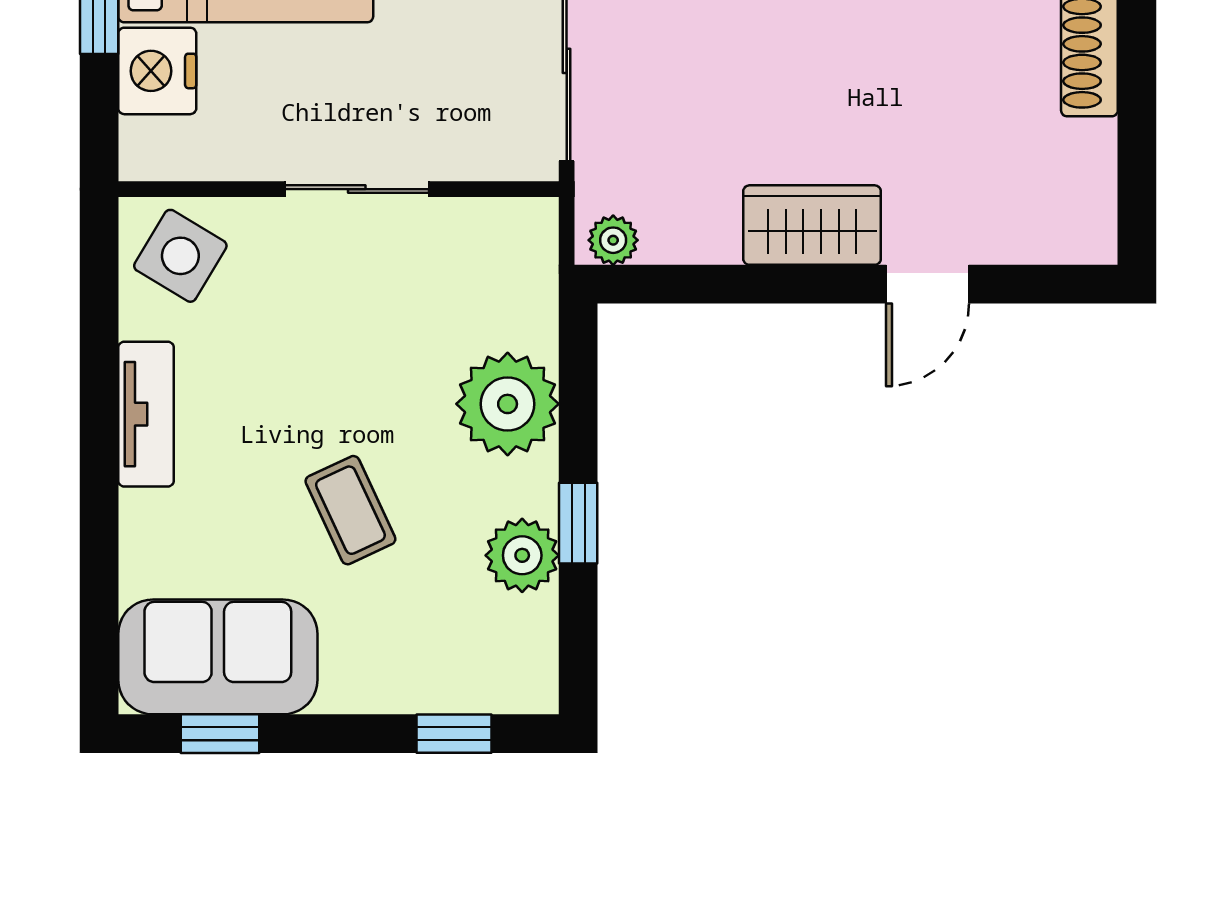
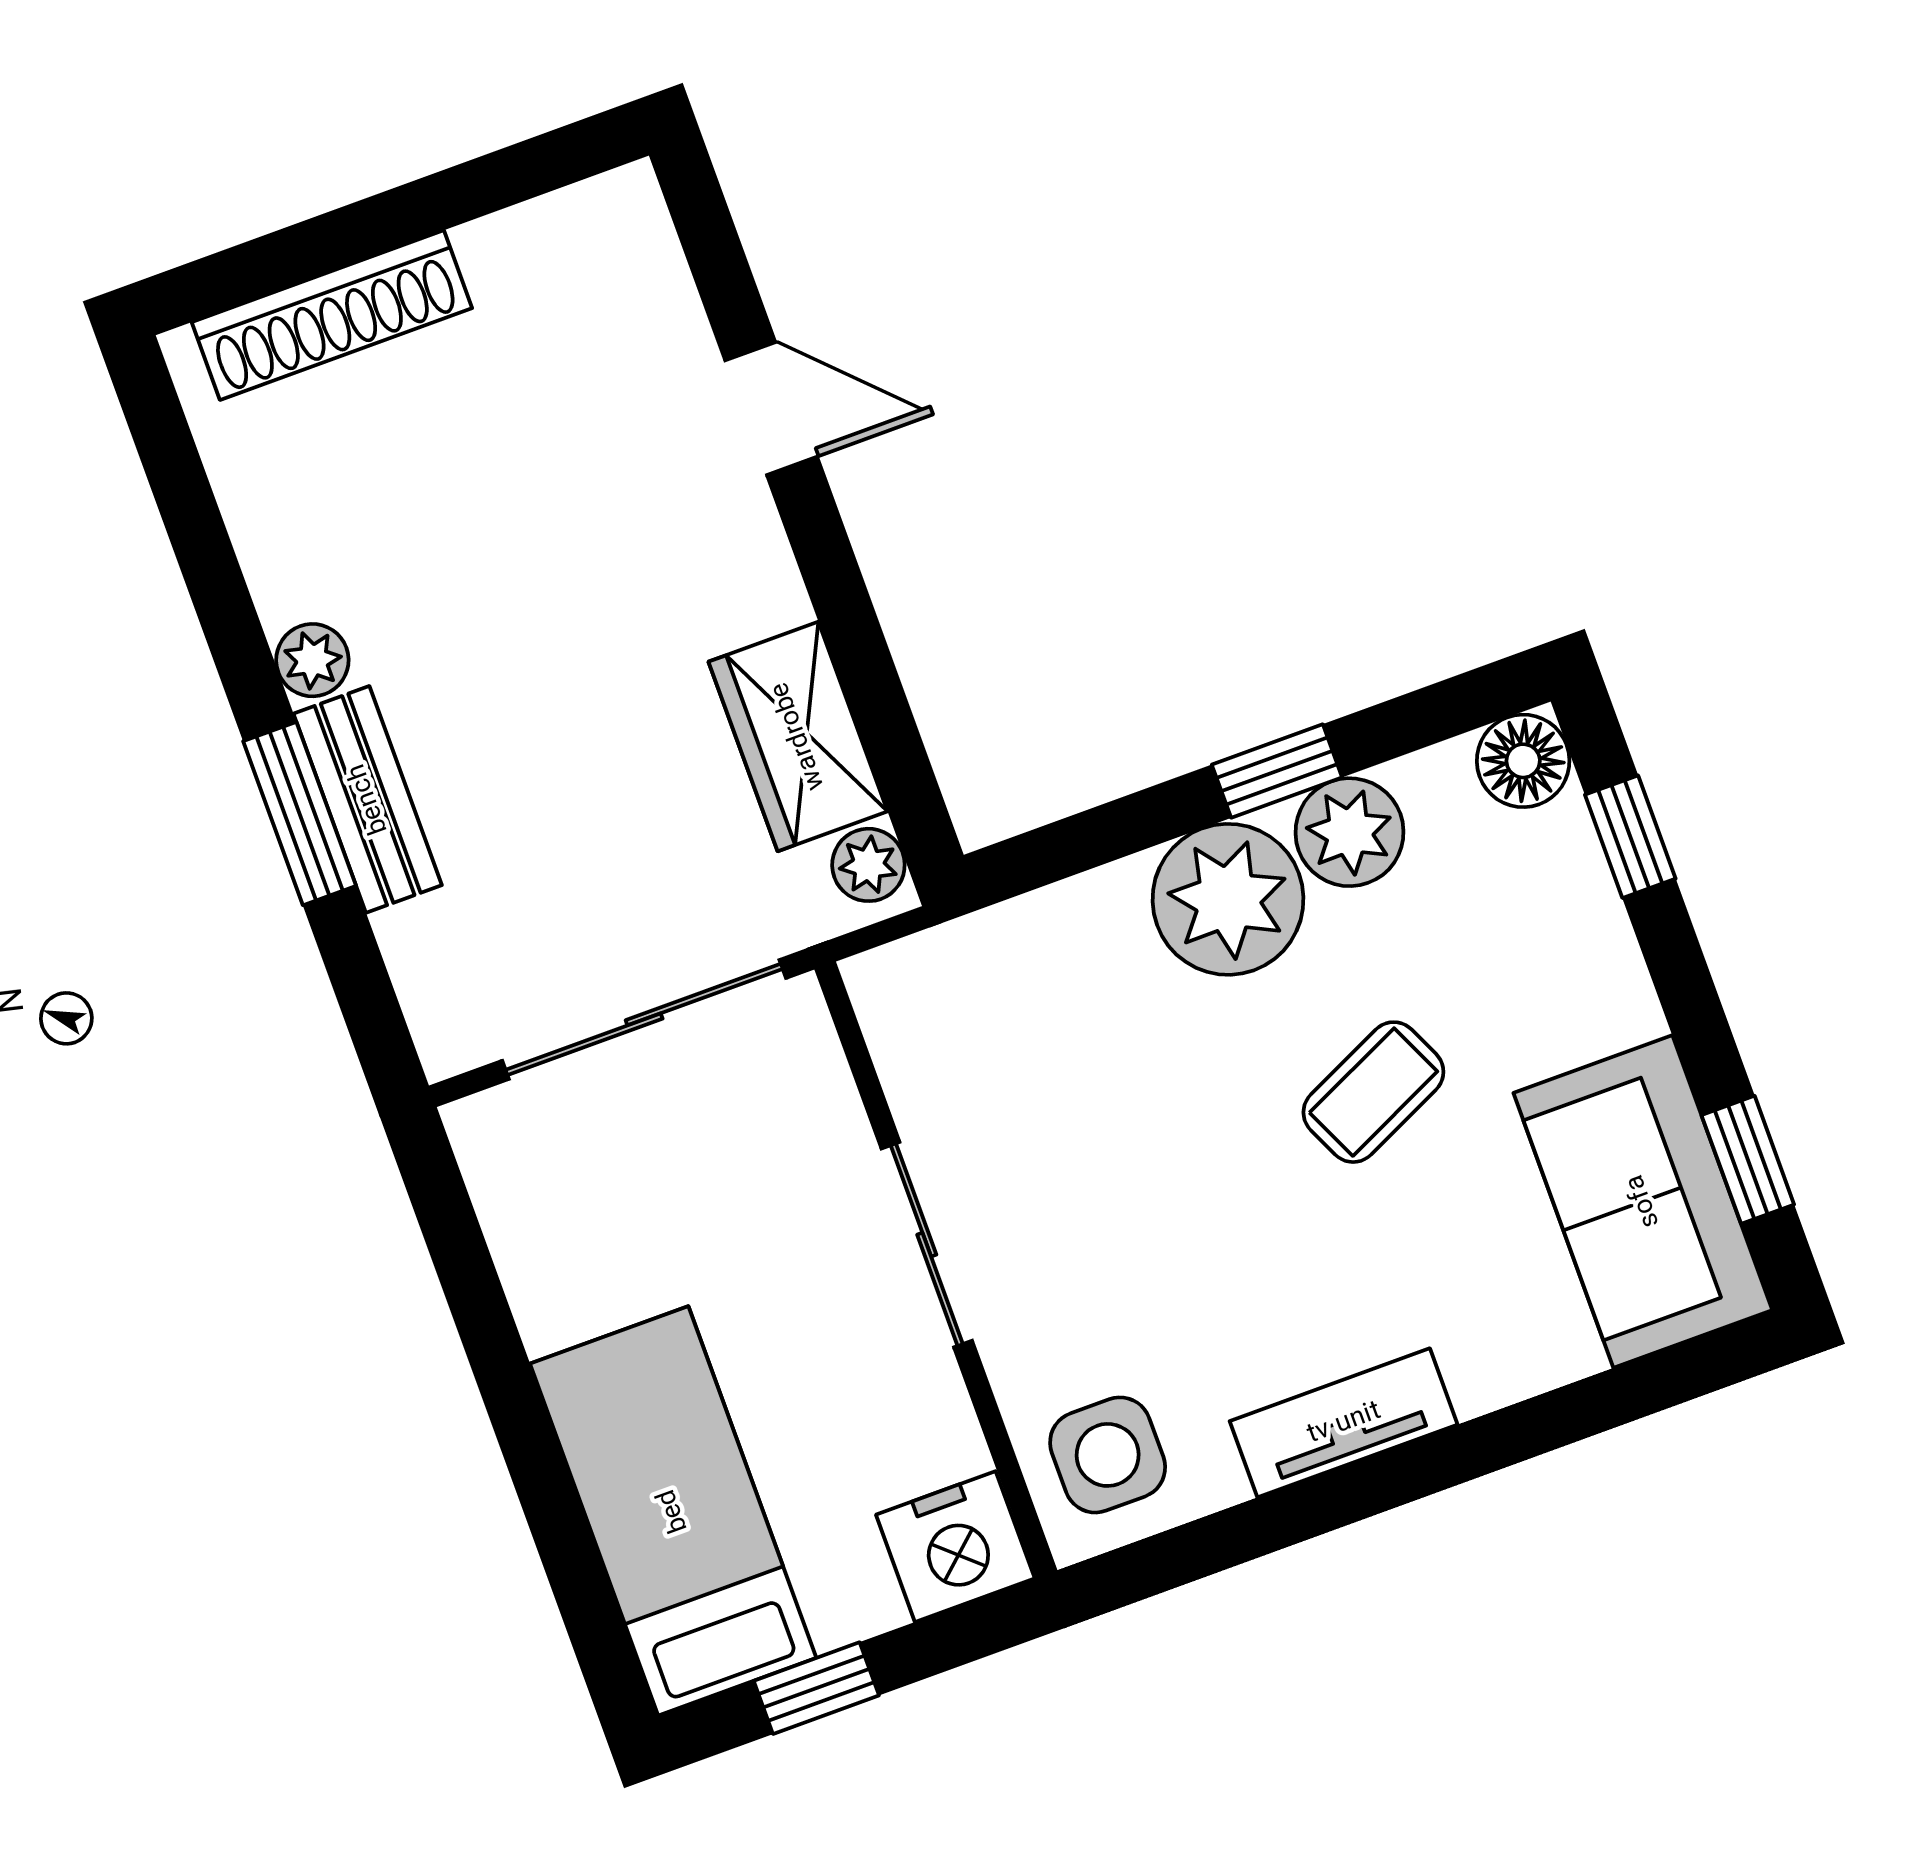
nightstand: (157, 71) -> (955, 1547), moved
wardrobe: (812, 225) -> (798, 736), moved
side table: (180, 256) -> (1108, 1455), turned -31
plant: (508, 404) -> (1228, 899), moved
floor lamp: (527, 683) -> (1523, 761), added

